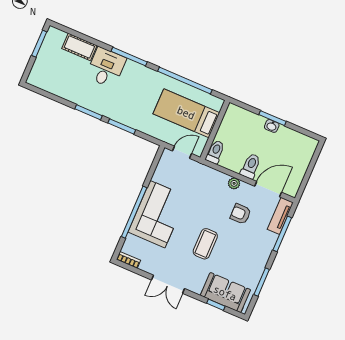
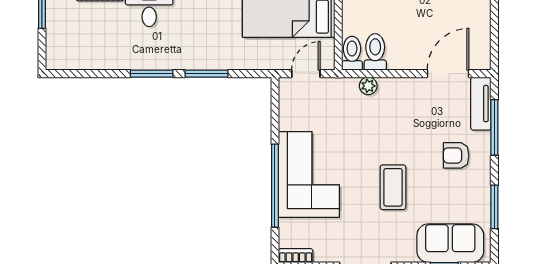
toilet: (251, 166) -> (375, 52), moved
plant: (234, 183) -> (368, 86), moved
armchair: (241, 214) -> (456, 155), moved

